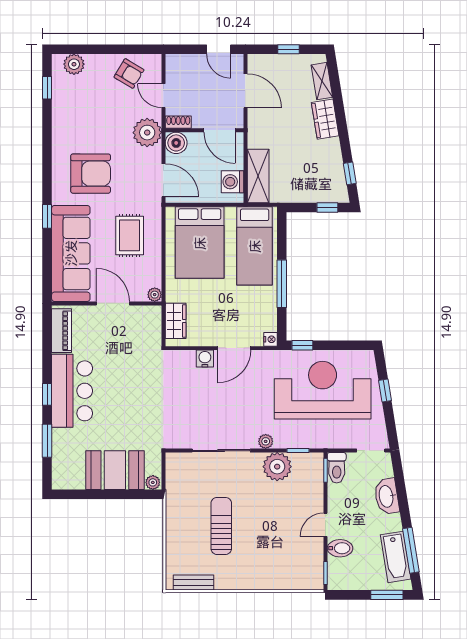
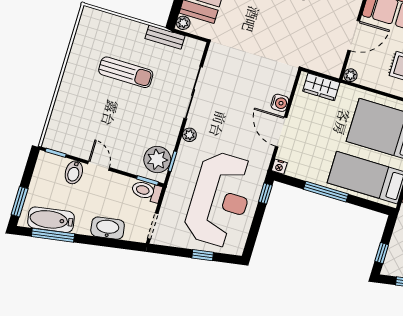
plant: (277, 467) -> (157, 159), moved
bench: (194, 583) -> (165, 37), moved, turned 90

